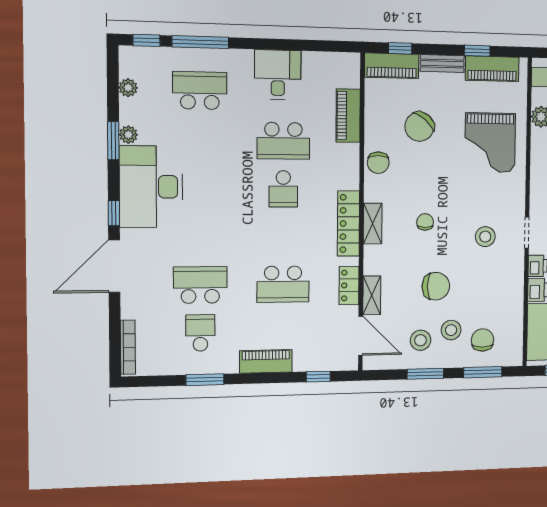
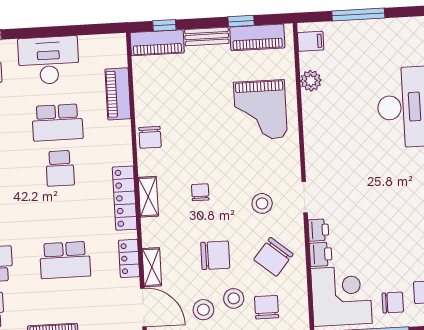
desk: (278, 75) -> (49, 60), width x1.37
chair: (419, 127) -> (273, 257), moved

